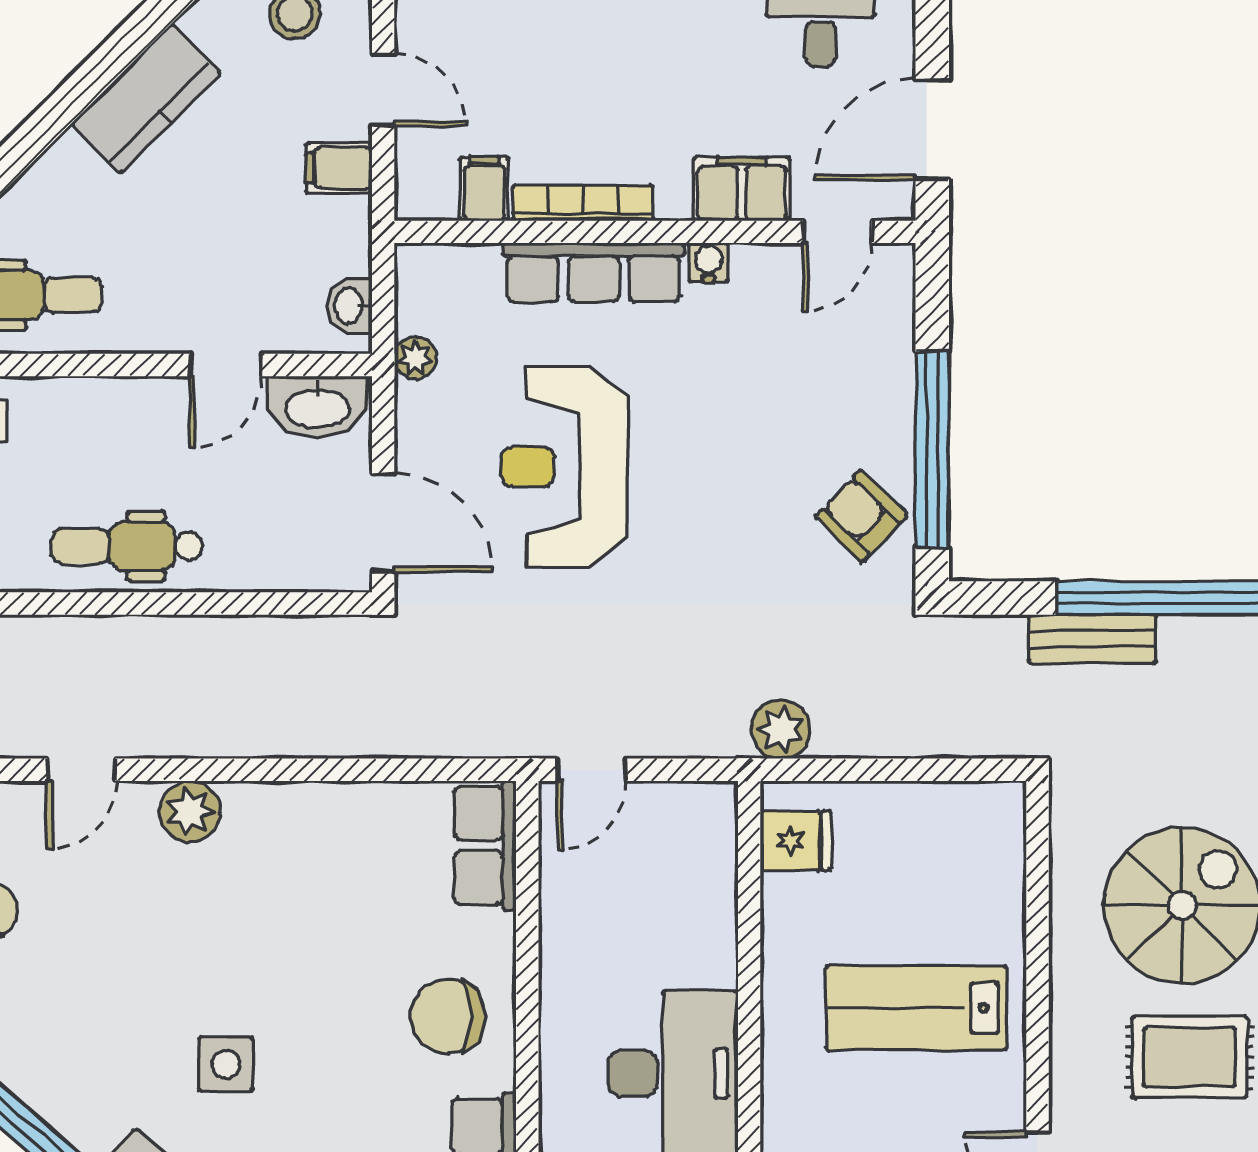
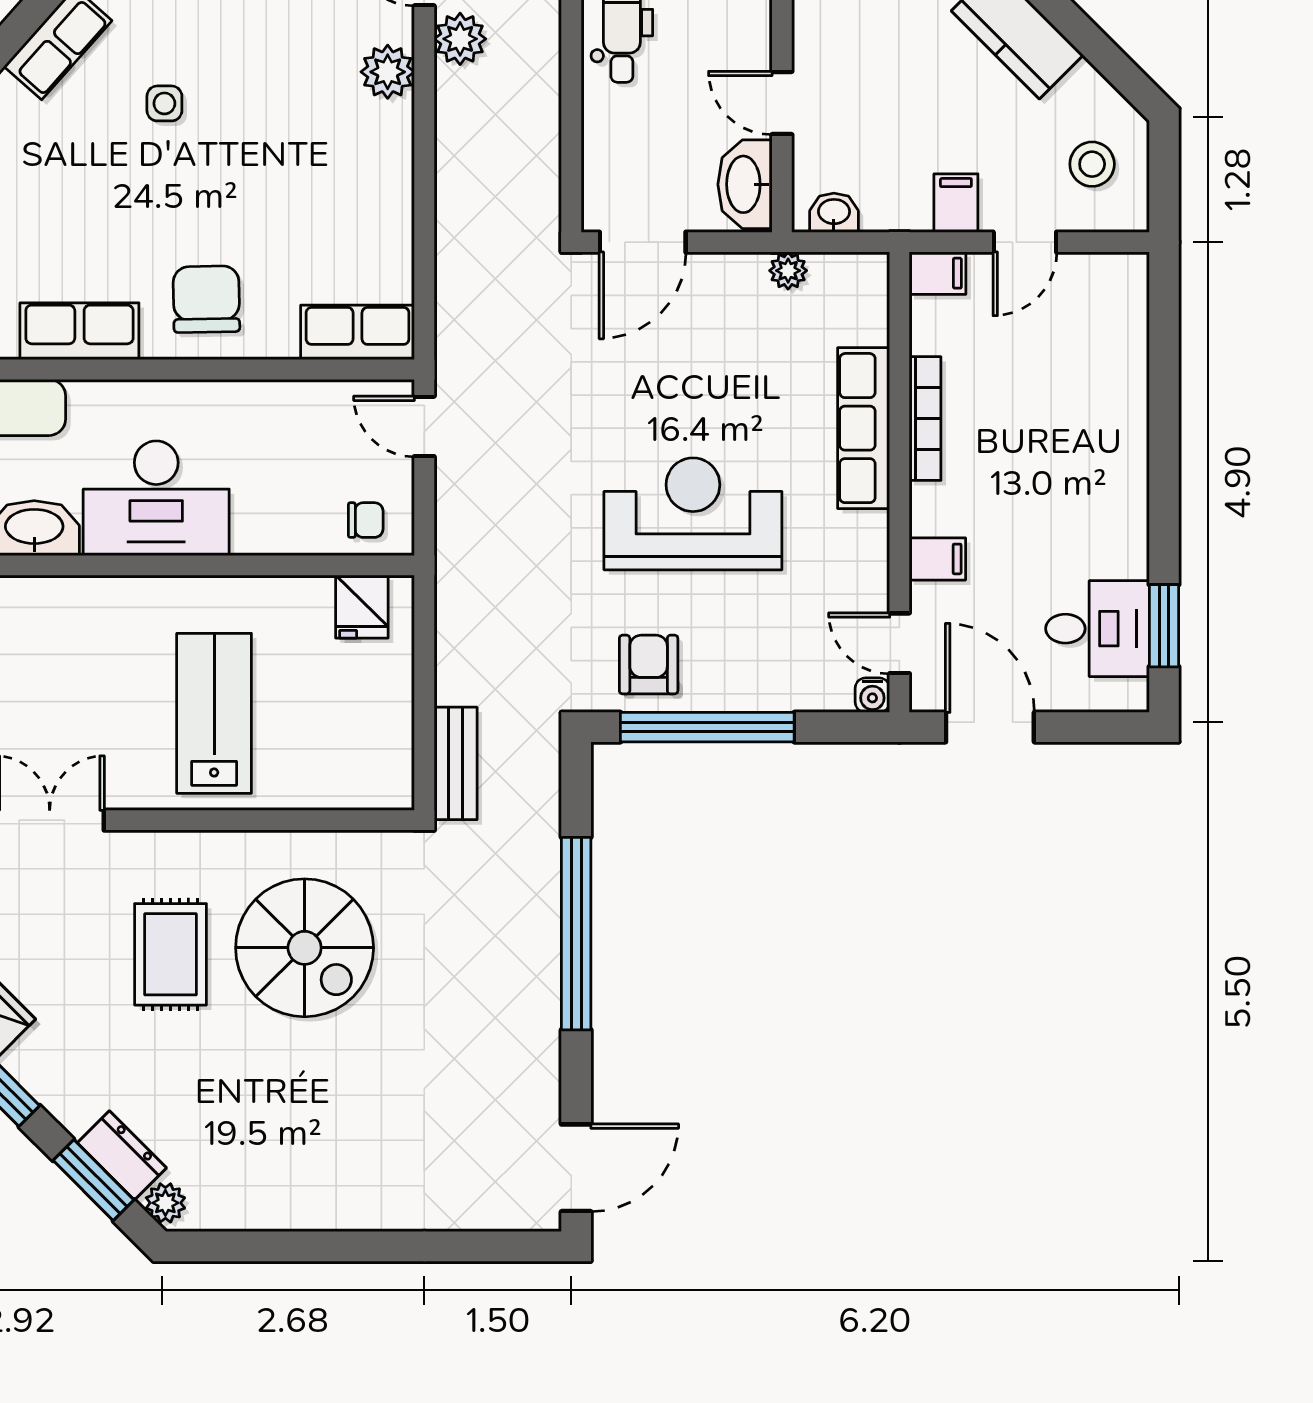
filing cabinet: (484, 189) -> (938, 273), moved
filing cabinet: (742, 189) -> (937, 559), width x0.50
water cooler: (709, 262) -> (872, 695), moved, turned 90
reception desk: (564, 467) -> (693, 514), moved
armchair: (861, 516) -> (649, 664), turned -44
bench: (1092, 639) -> (456, 763), moved
plant: (781, 729) -> (460, 39), moved
chair: (698, 836) -> (366, 520), added
side table: (226, 1064) -> (164, 103), width x0.73, depth x0.73

